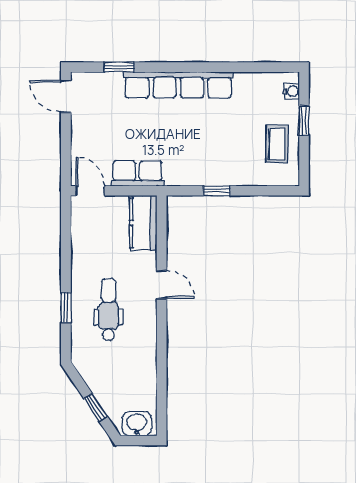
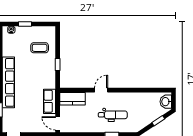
coffee table: (277, 144) -> (40, 48), moved
door: (90, 191) -> (58, 123), hinge flipped
dental chair: (108, 310) -> (113, 115), turned 180

